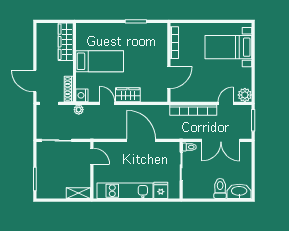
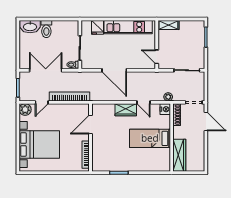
bed with nightstands: (228, 47) -> (39, 144), width x1.36

